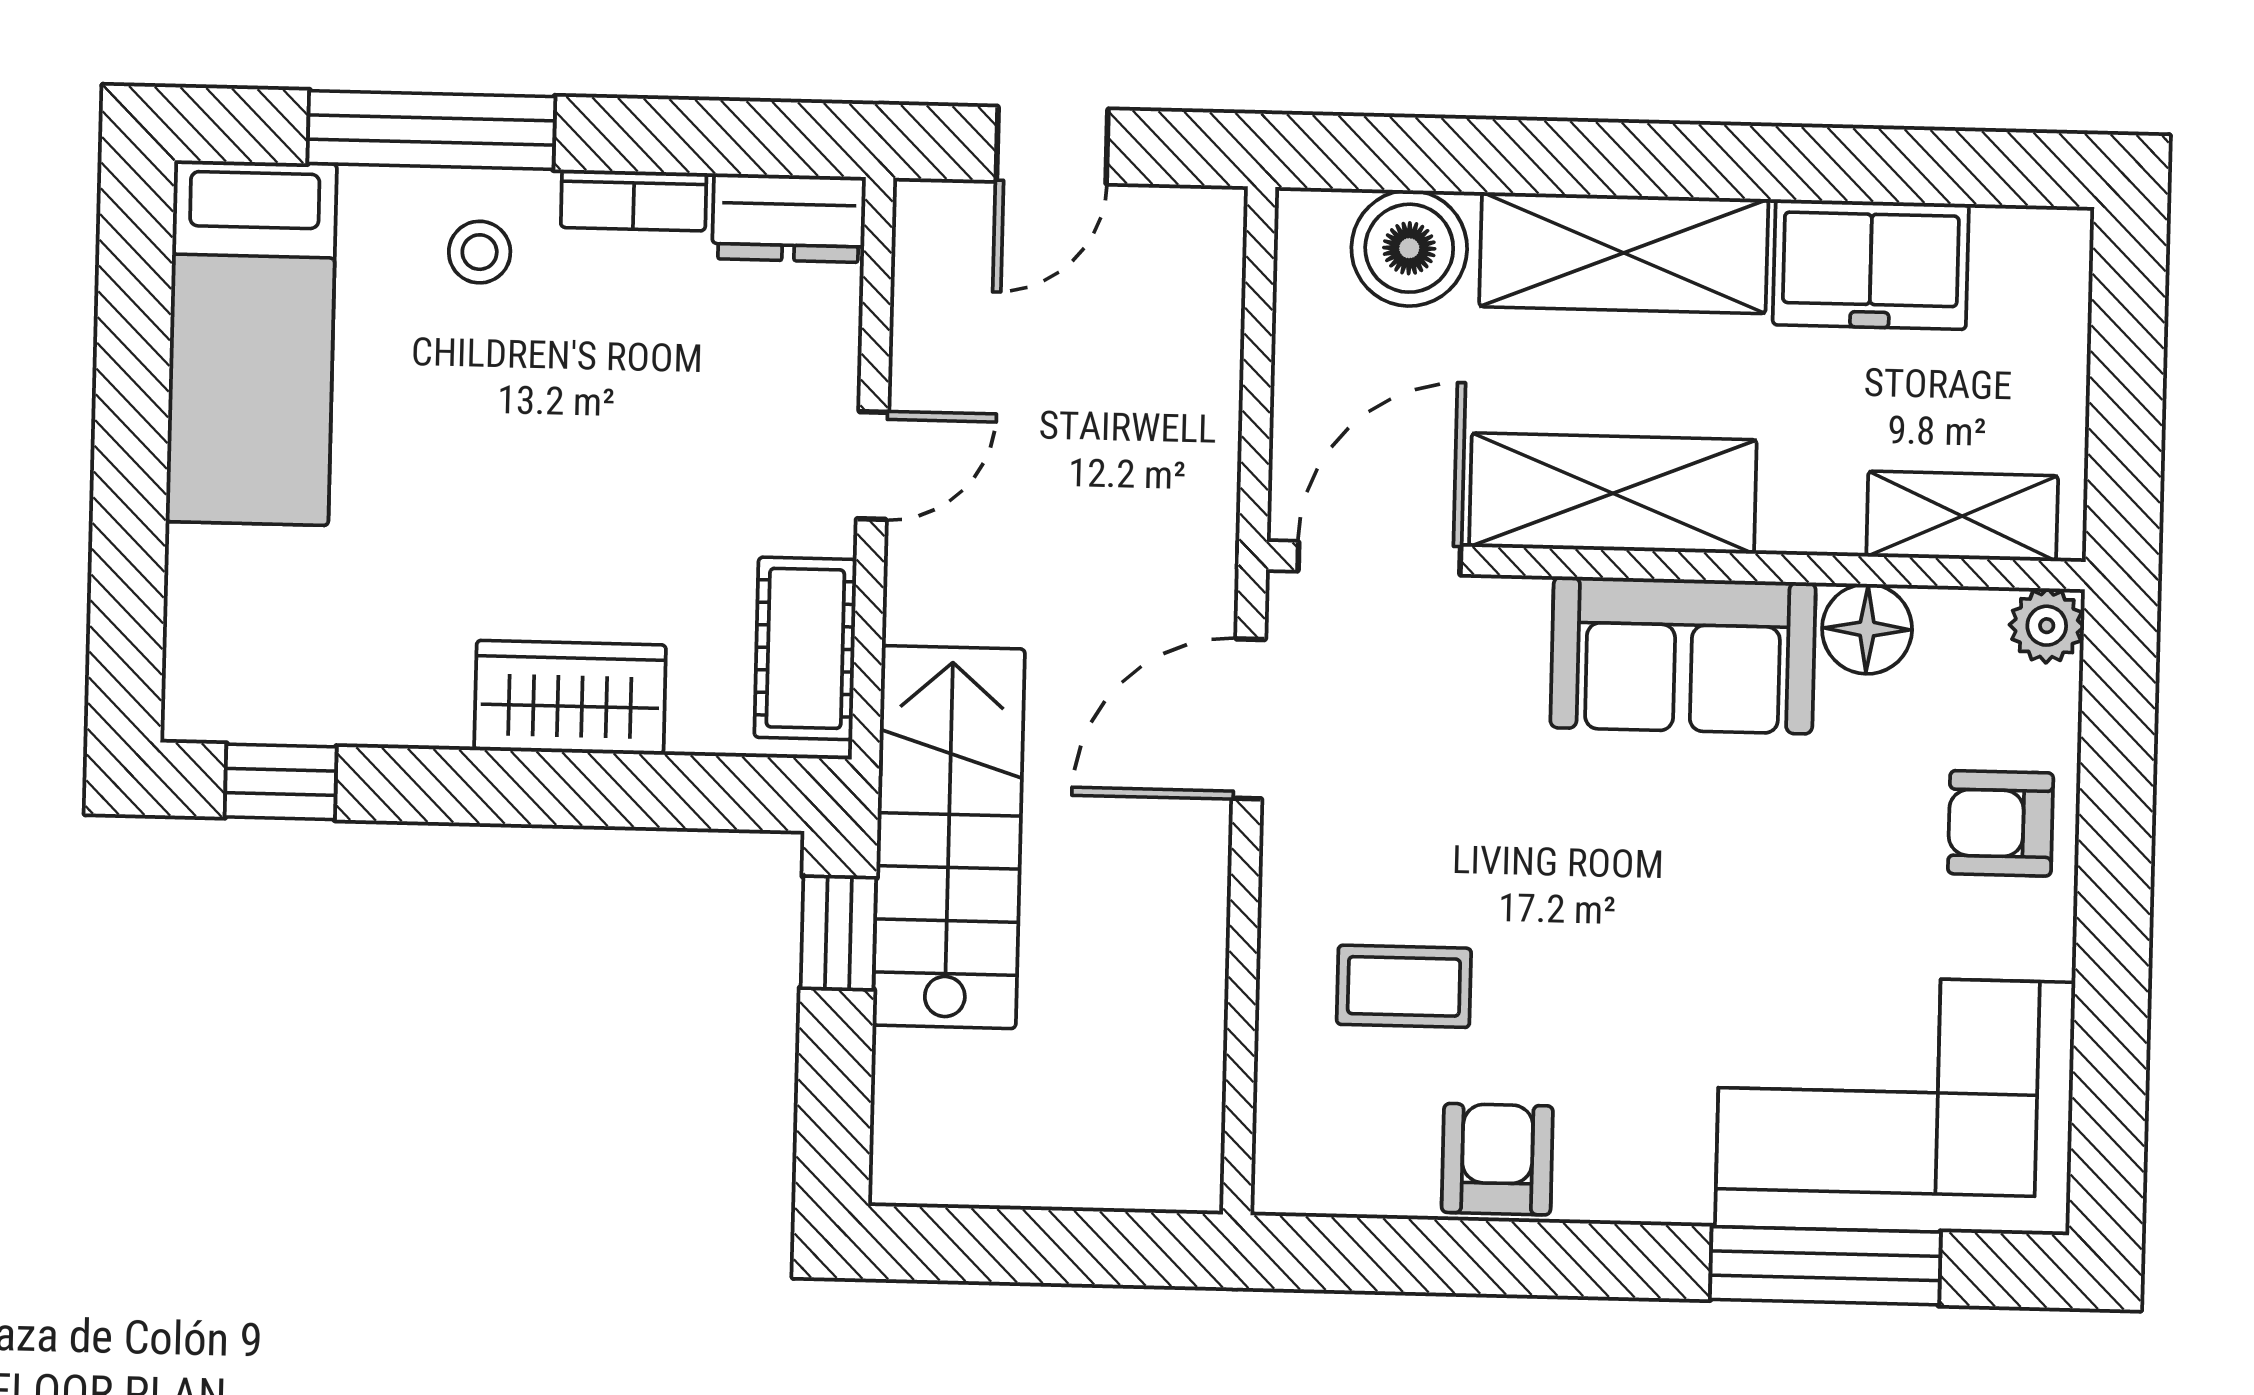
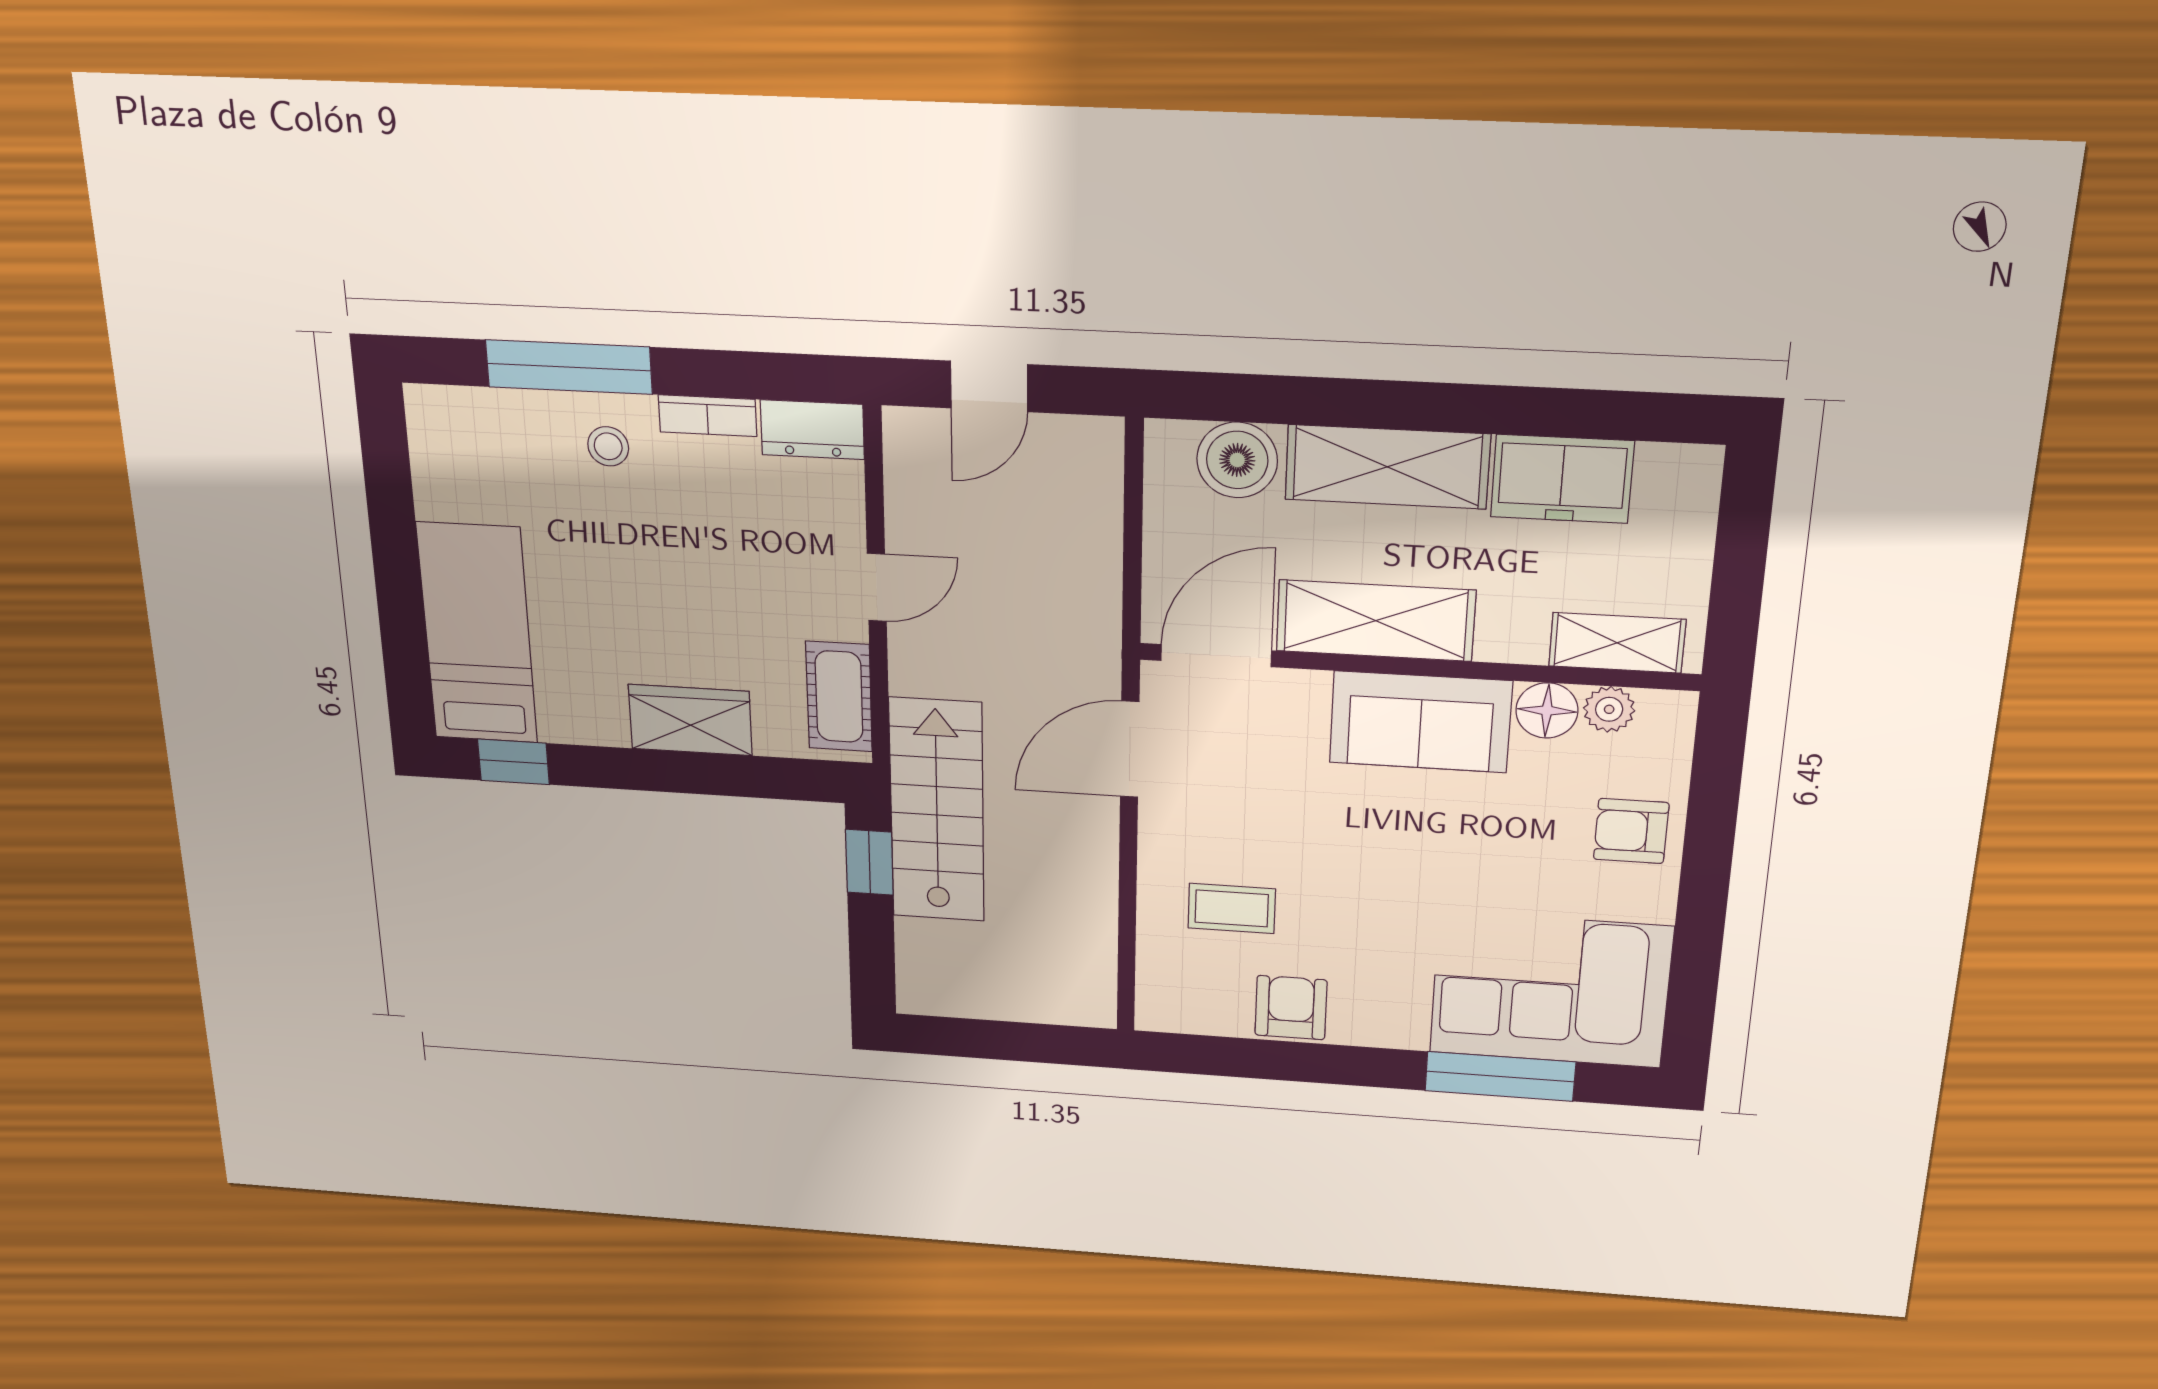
bed: (251, 343) -> (477, 634), moved, turned 180
plant: (2047, 626) -> (1609, 709), moved

